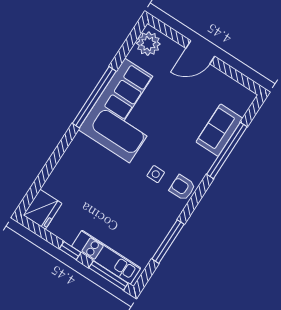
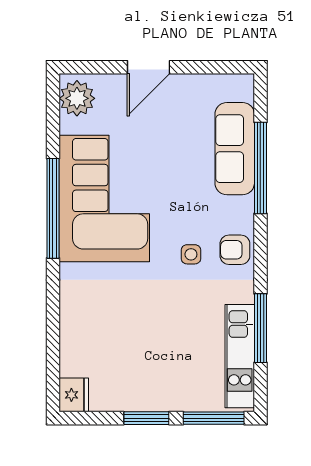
sofa: (219, 130) -> (235, 149), width x1.36
fridge: (43, 209) -> (74, 395), width x0.73, depth x0.75
window: (70, 251) -> (146, 418), width x1.50
kitchen unit: (106, 257) -> (240, 356), moved, turned -90

